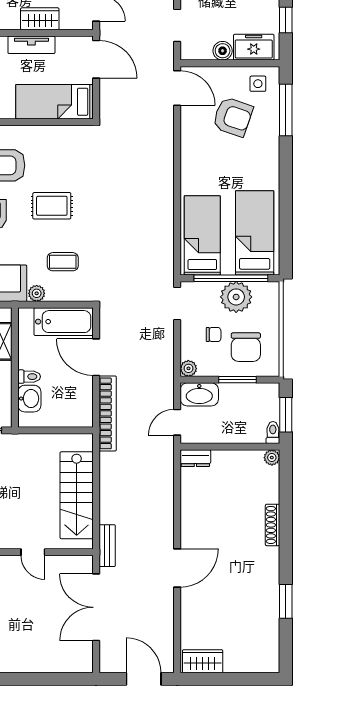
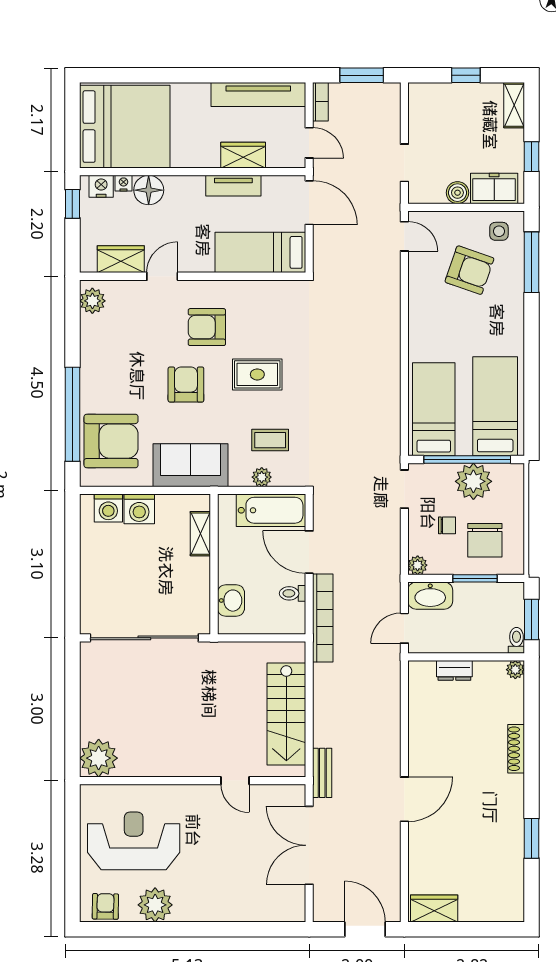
door: (177, 88) -> (404, 236), width x0.73
plant: (37, 293) -> (262, 477), moved
toilet: (29, 377) -> (293, 593), moved, turned 180
dresser: (195, 458) -> (454, 670), moved

